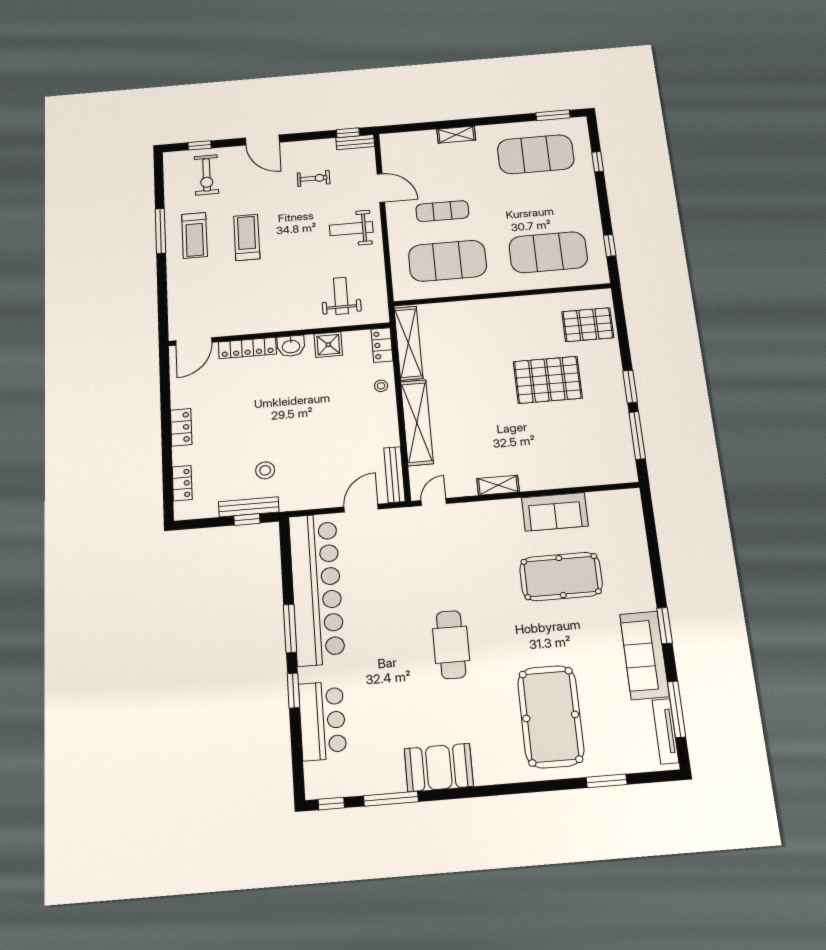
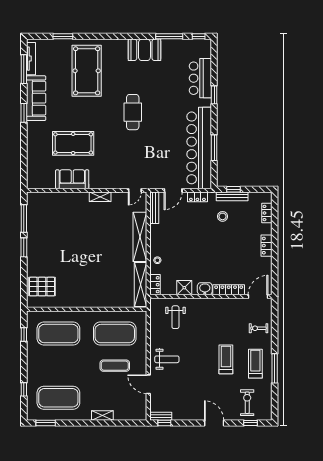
exercise bike: (314, 178) -> (258, 328), moved
treadmill: (247, 237) -> (226, 359), turned 180
pallet: (548, 380) -> (67, 255), removed
locker: (314, 500) -> (197, 197), added
window: (290, 628) -> (214, 148), moved

